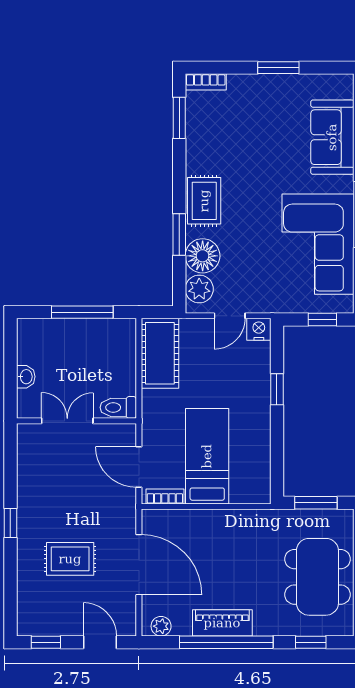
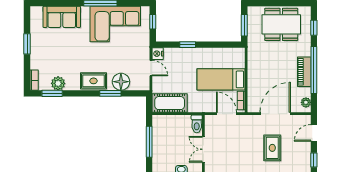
plant: (199, 289) -> (58, 83), moved
door: (139, 467) -> (226, 114), swing flipped

